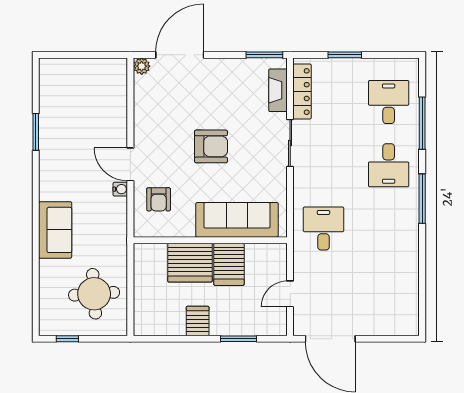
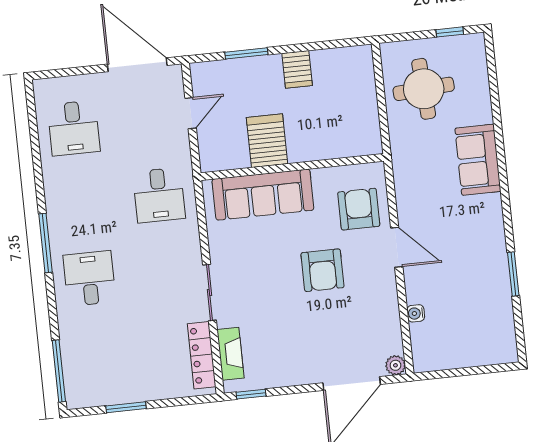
window: (264, 55) -> (251, 394), width x0.67
window: (345, 55) -> (126, 407), moved
desk: (389, 102) -> (74, 128), moved
window: (422, 123) -> (59, 371), moved
armchair: (211, 146) -> (322, 270), moved, turned -90
water cooler: (120, 189) -> (416, 313), moved
armchair: (159, 199) -> (359, 209), width x1.38, depth x1.38
server rack: (190, 263) -> (313, 138), removed

